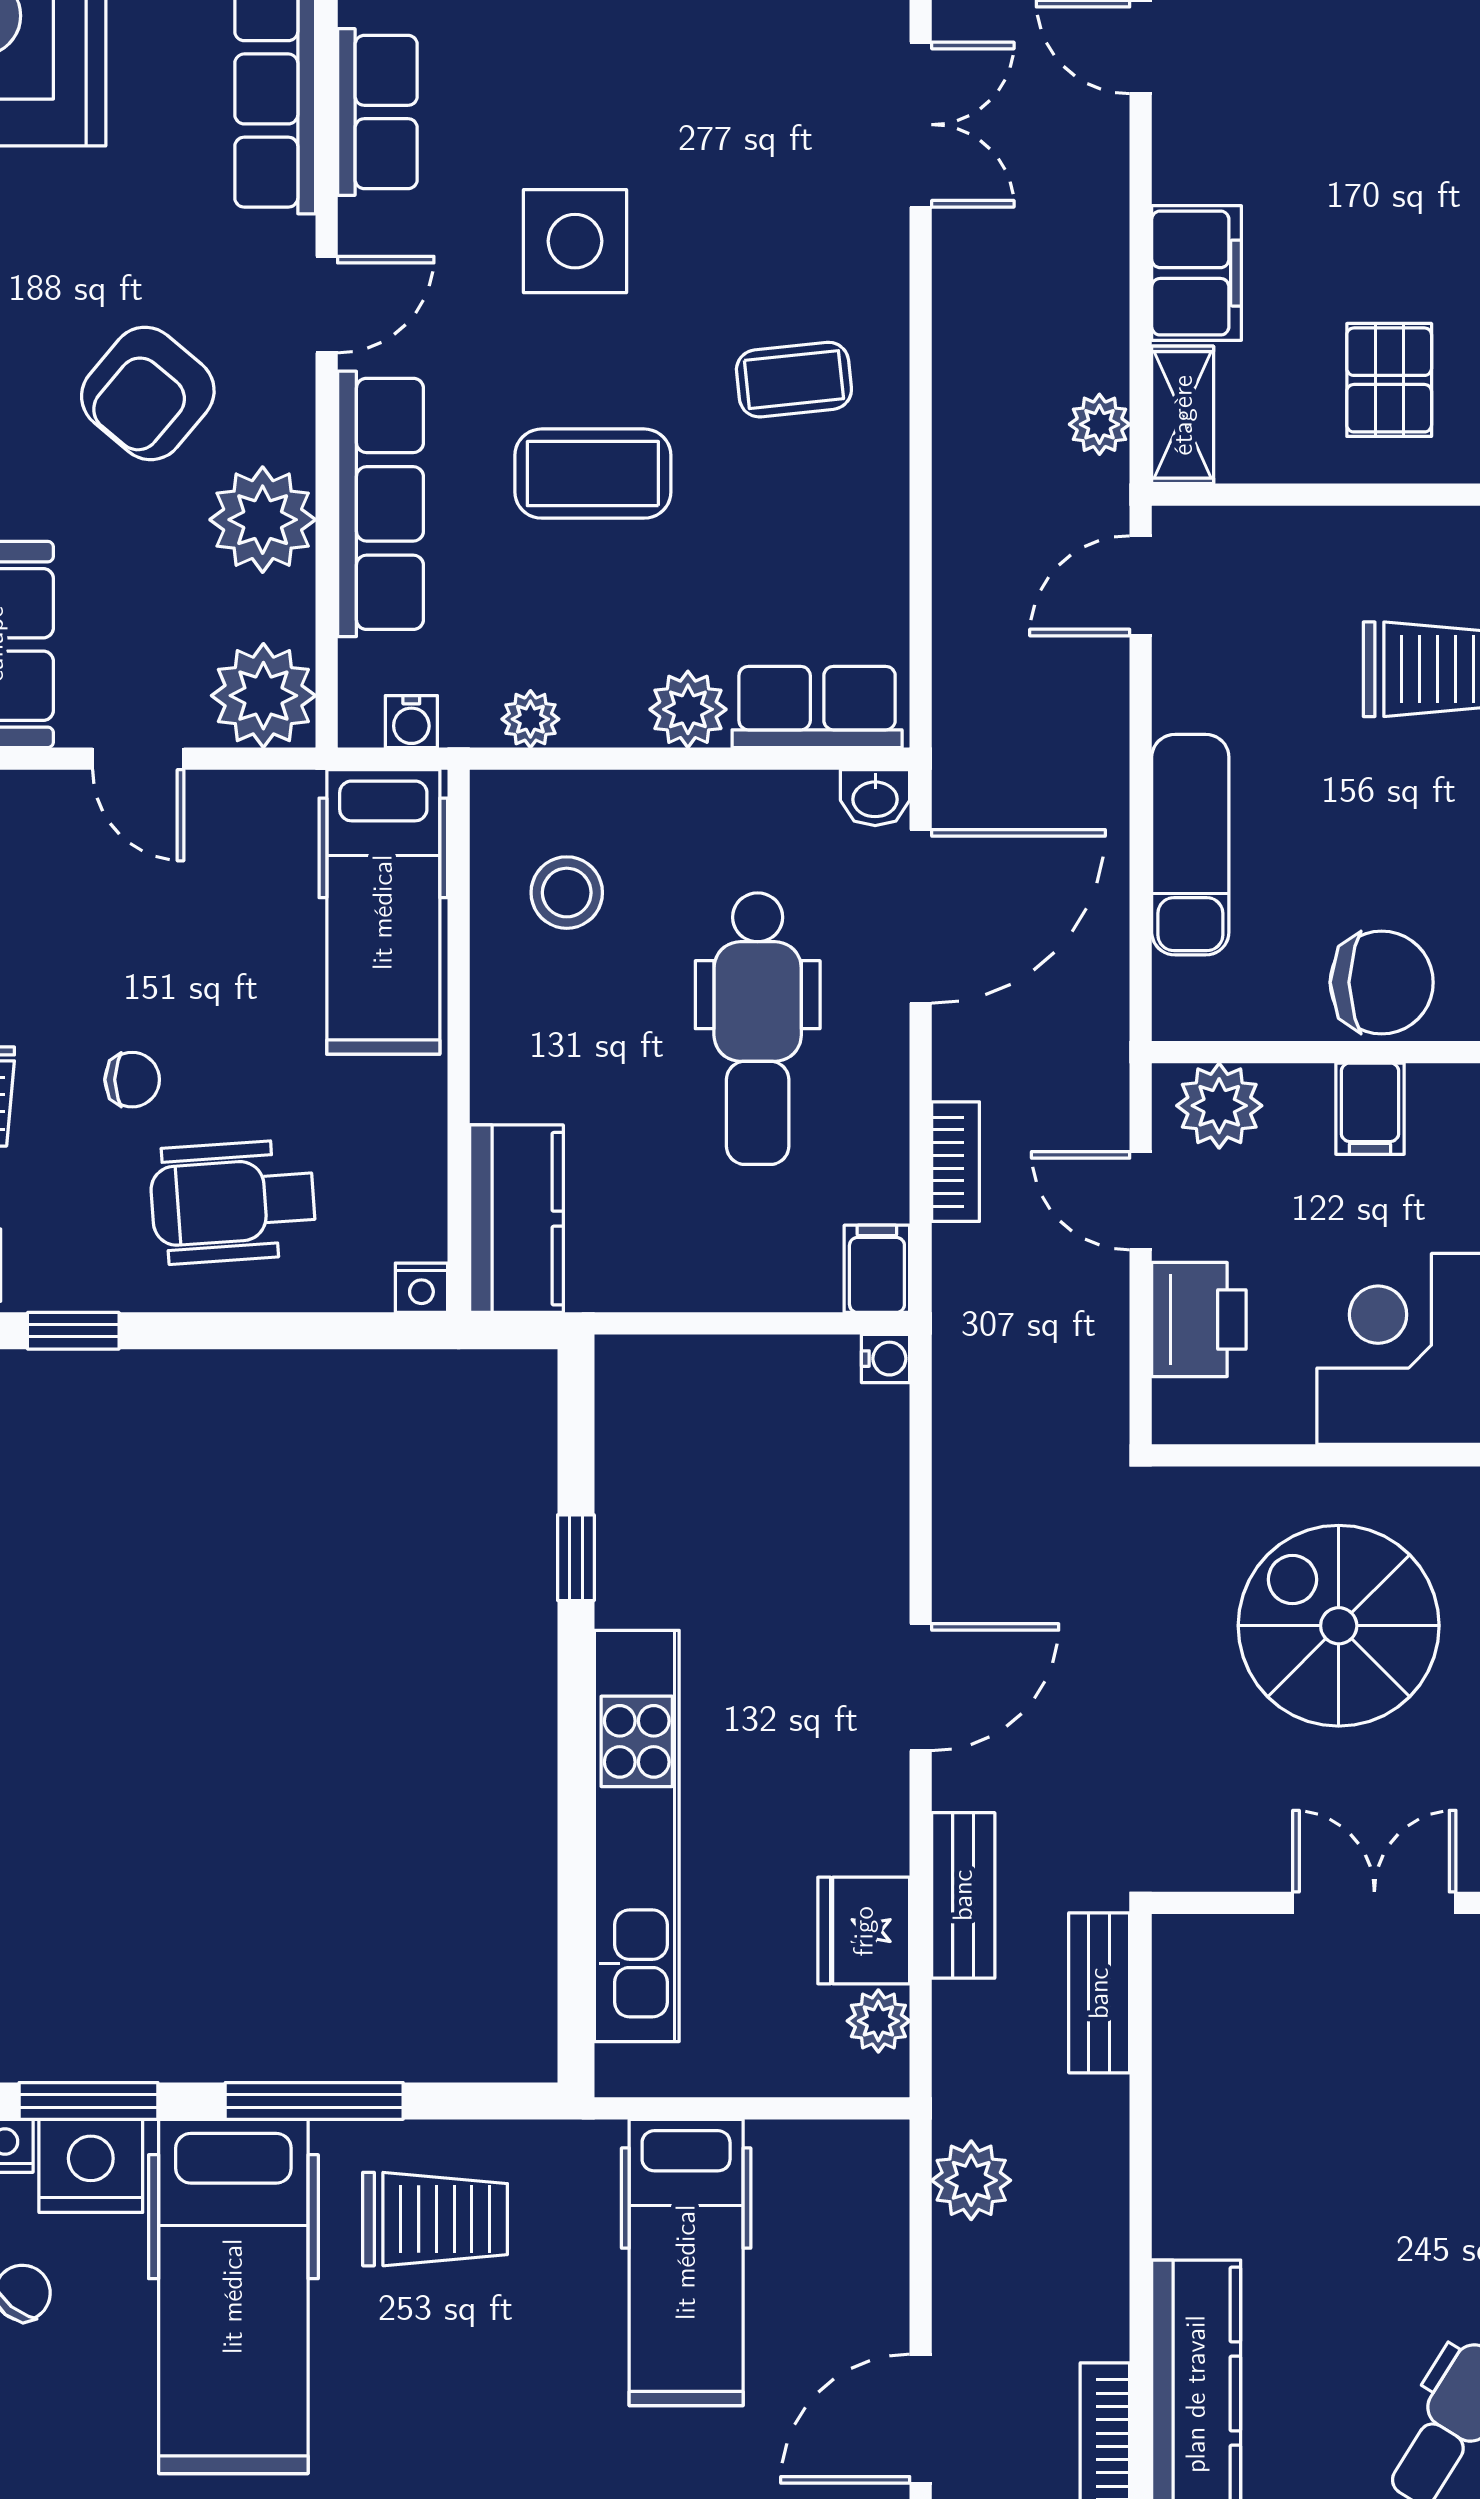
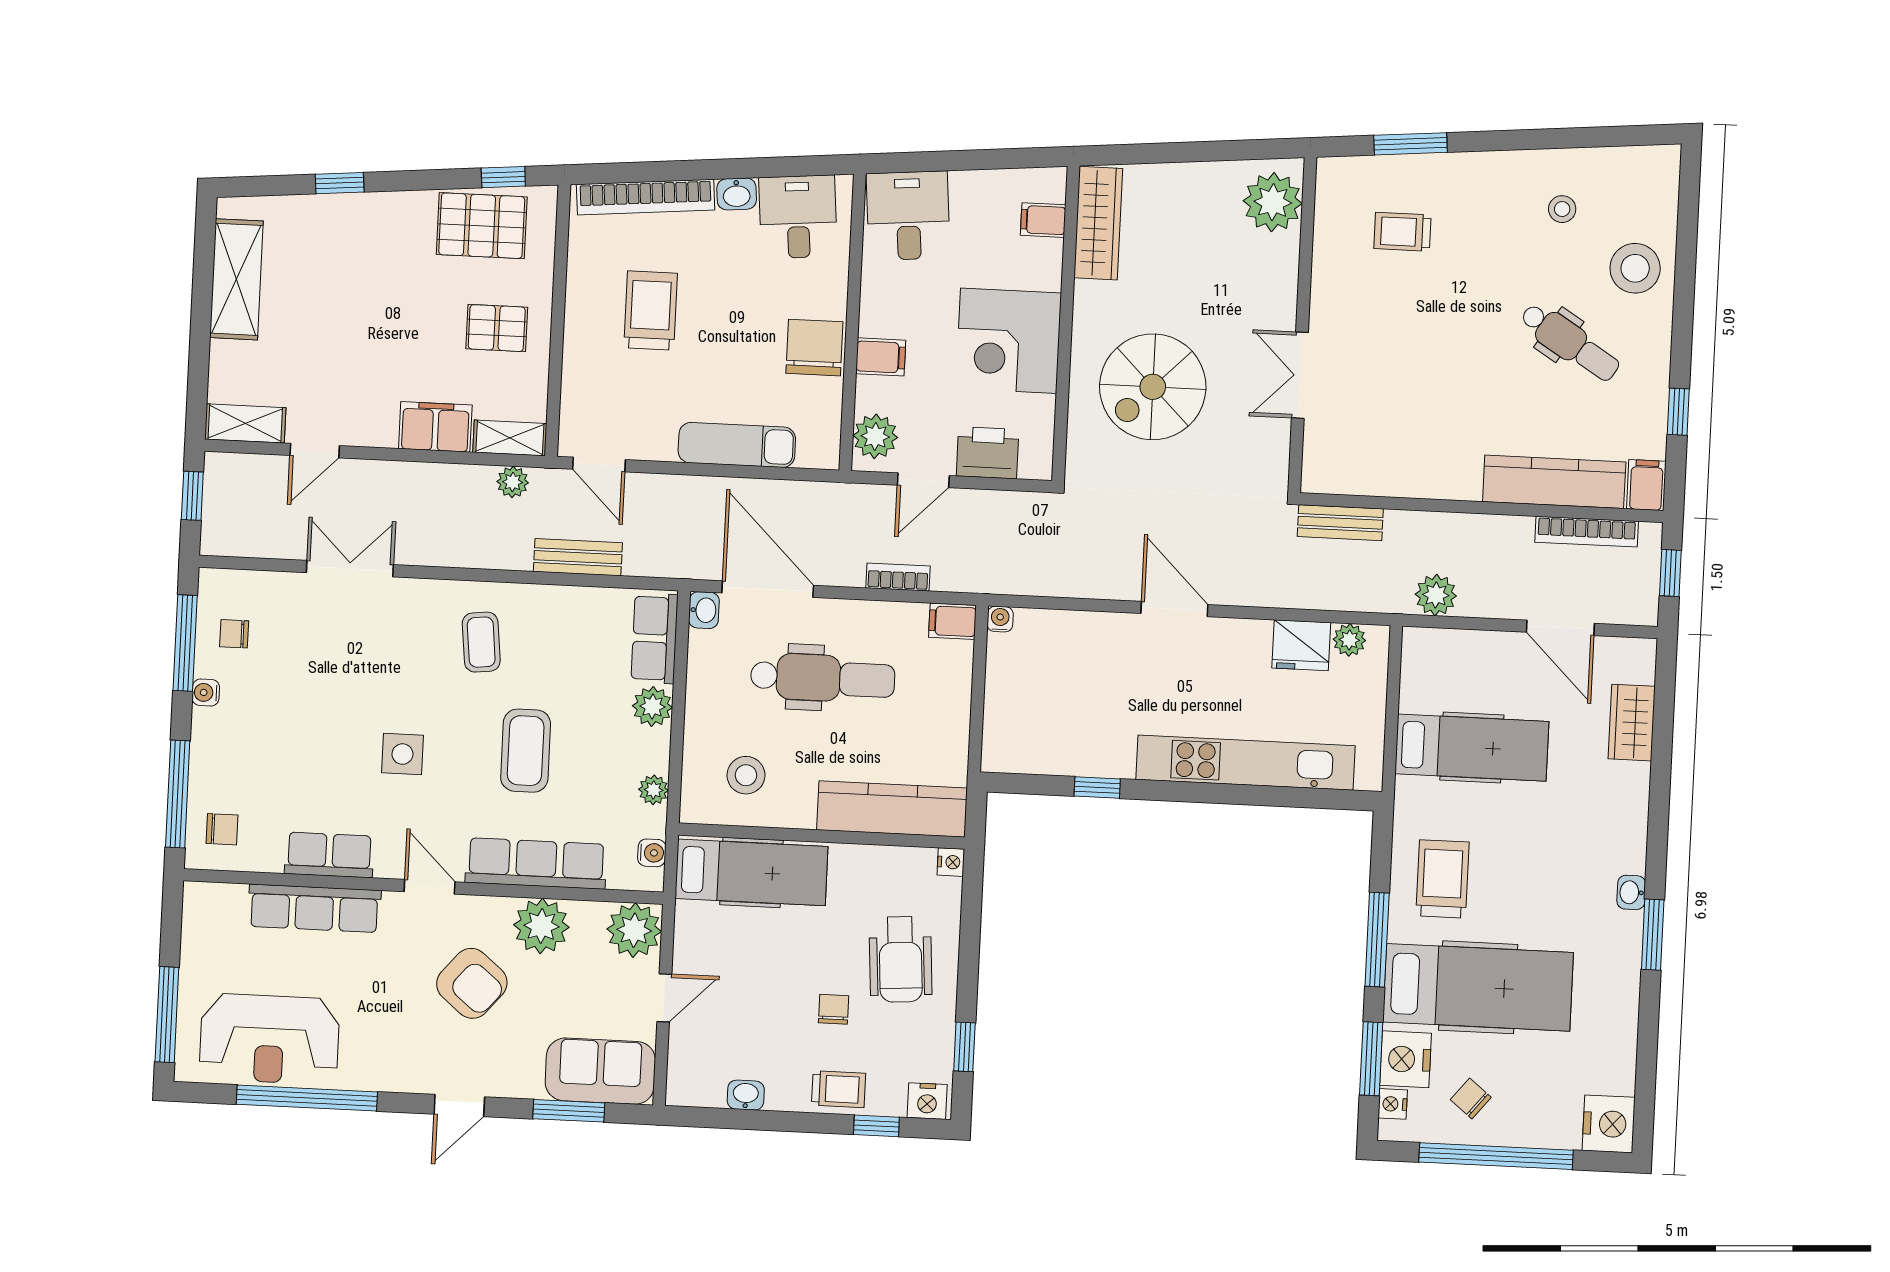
side table: (575, 241) -> (402, 754), width x0.73, depth x0.73
kitchen counter: (516, 1219) -> (892, 809), width x1.50
bench: (963, 1895) -> (578, 557), moved

